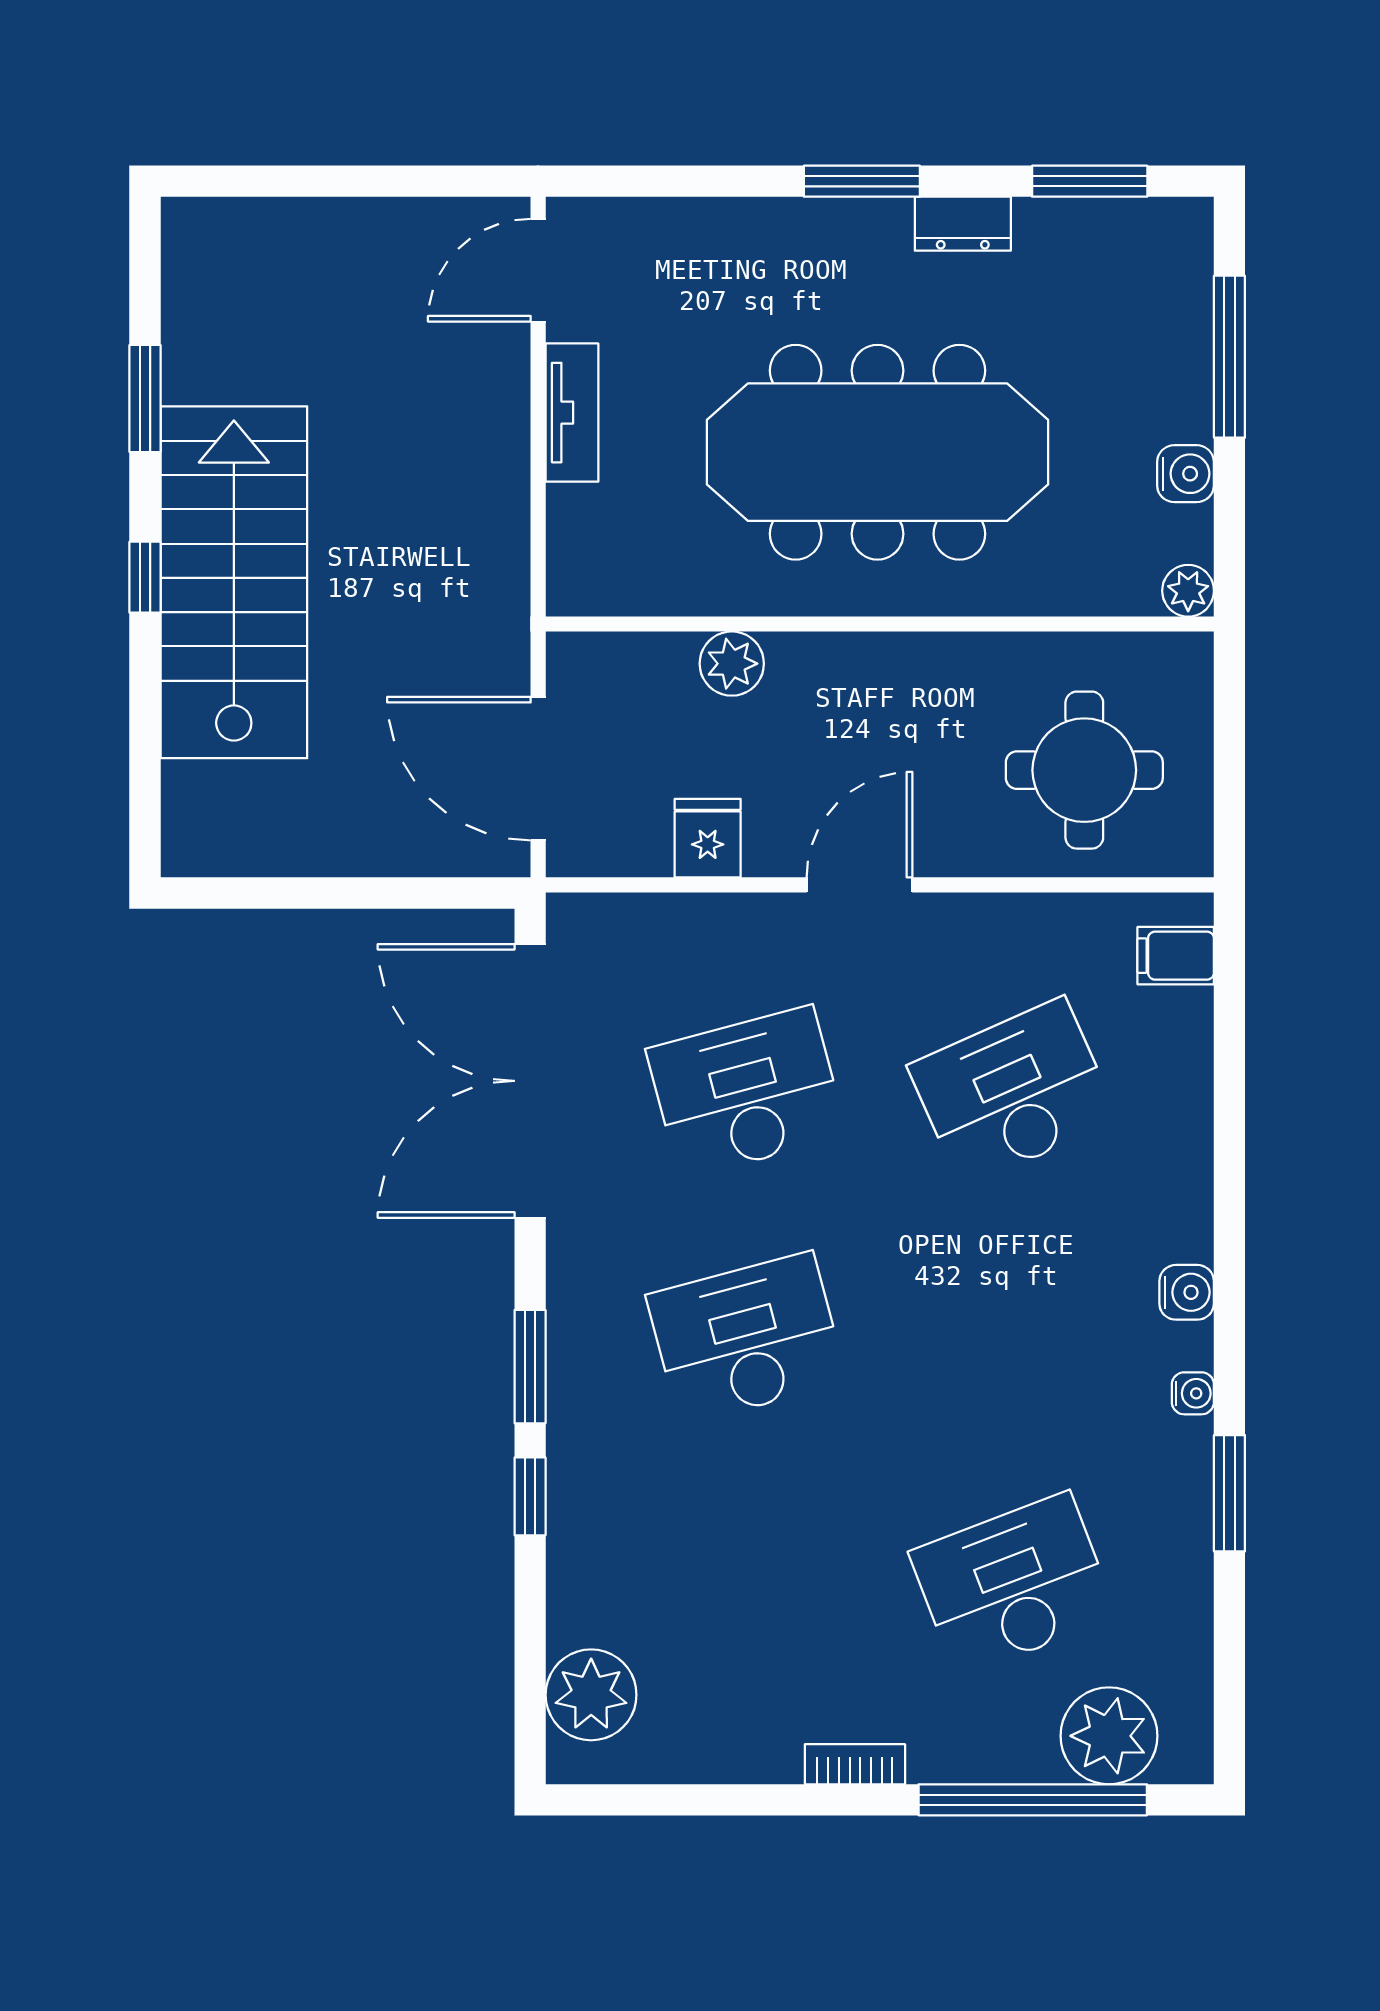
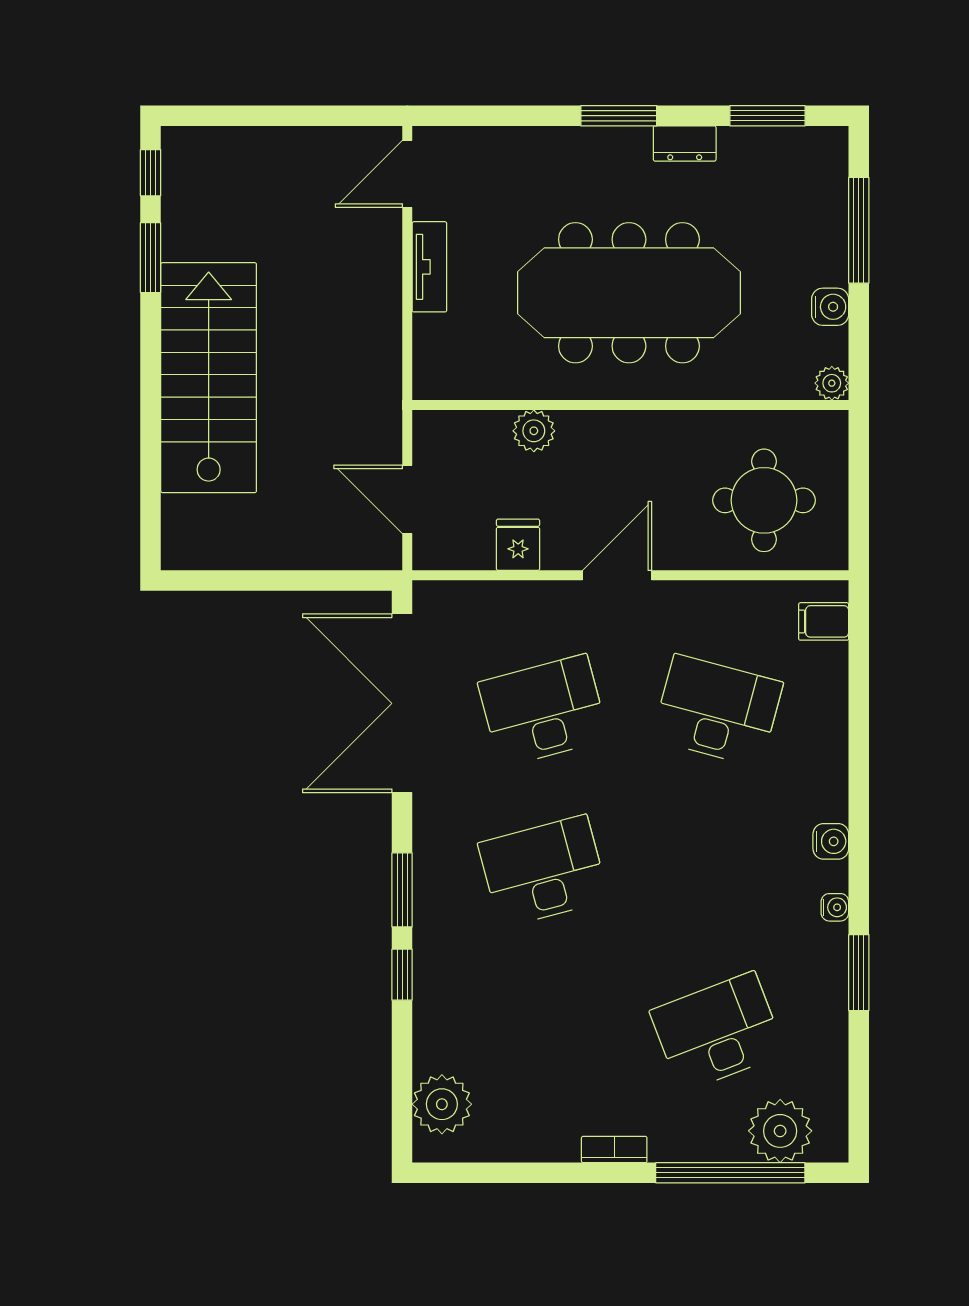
window: (145, 577) -> (151, 173), moved
door: (538, 769) -> (407, 499), width x0.73
desk: (1013, 1092) -> (718, 711), turned 39

